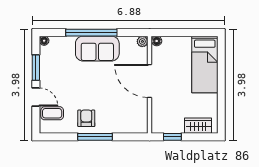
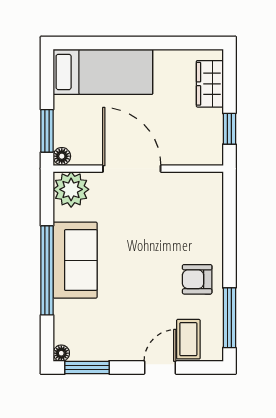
window: (171, 33) -> (47, 131), added
plant: (142, 41) -> (71, 189), width x1.88, depth x1.88
window: (36, 68) -> (87, 367), moved
door: (150, 81) -> (132, 169), swing flipped
window: (95, 137) -> (229, 318), moved

